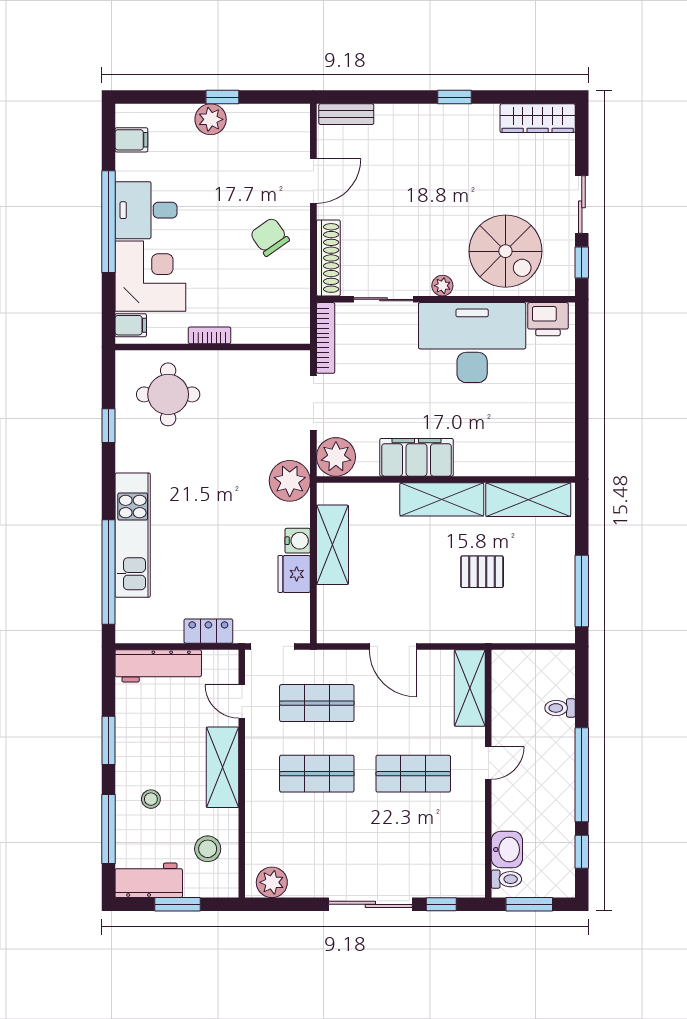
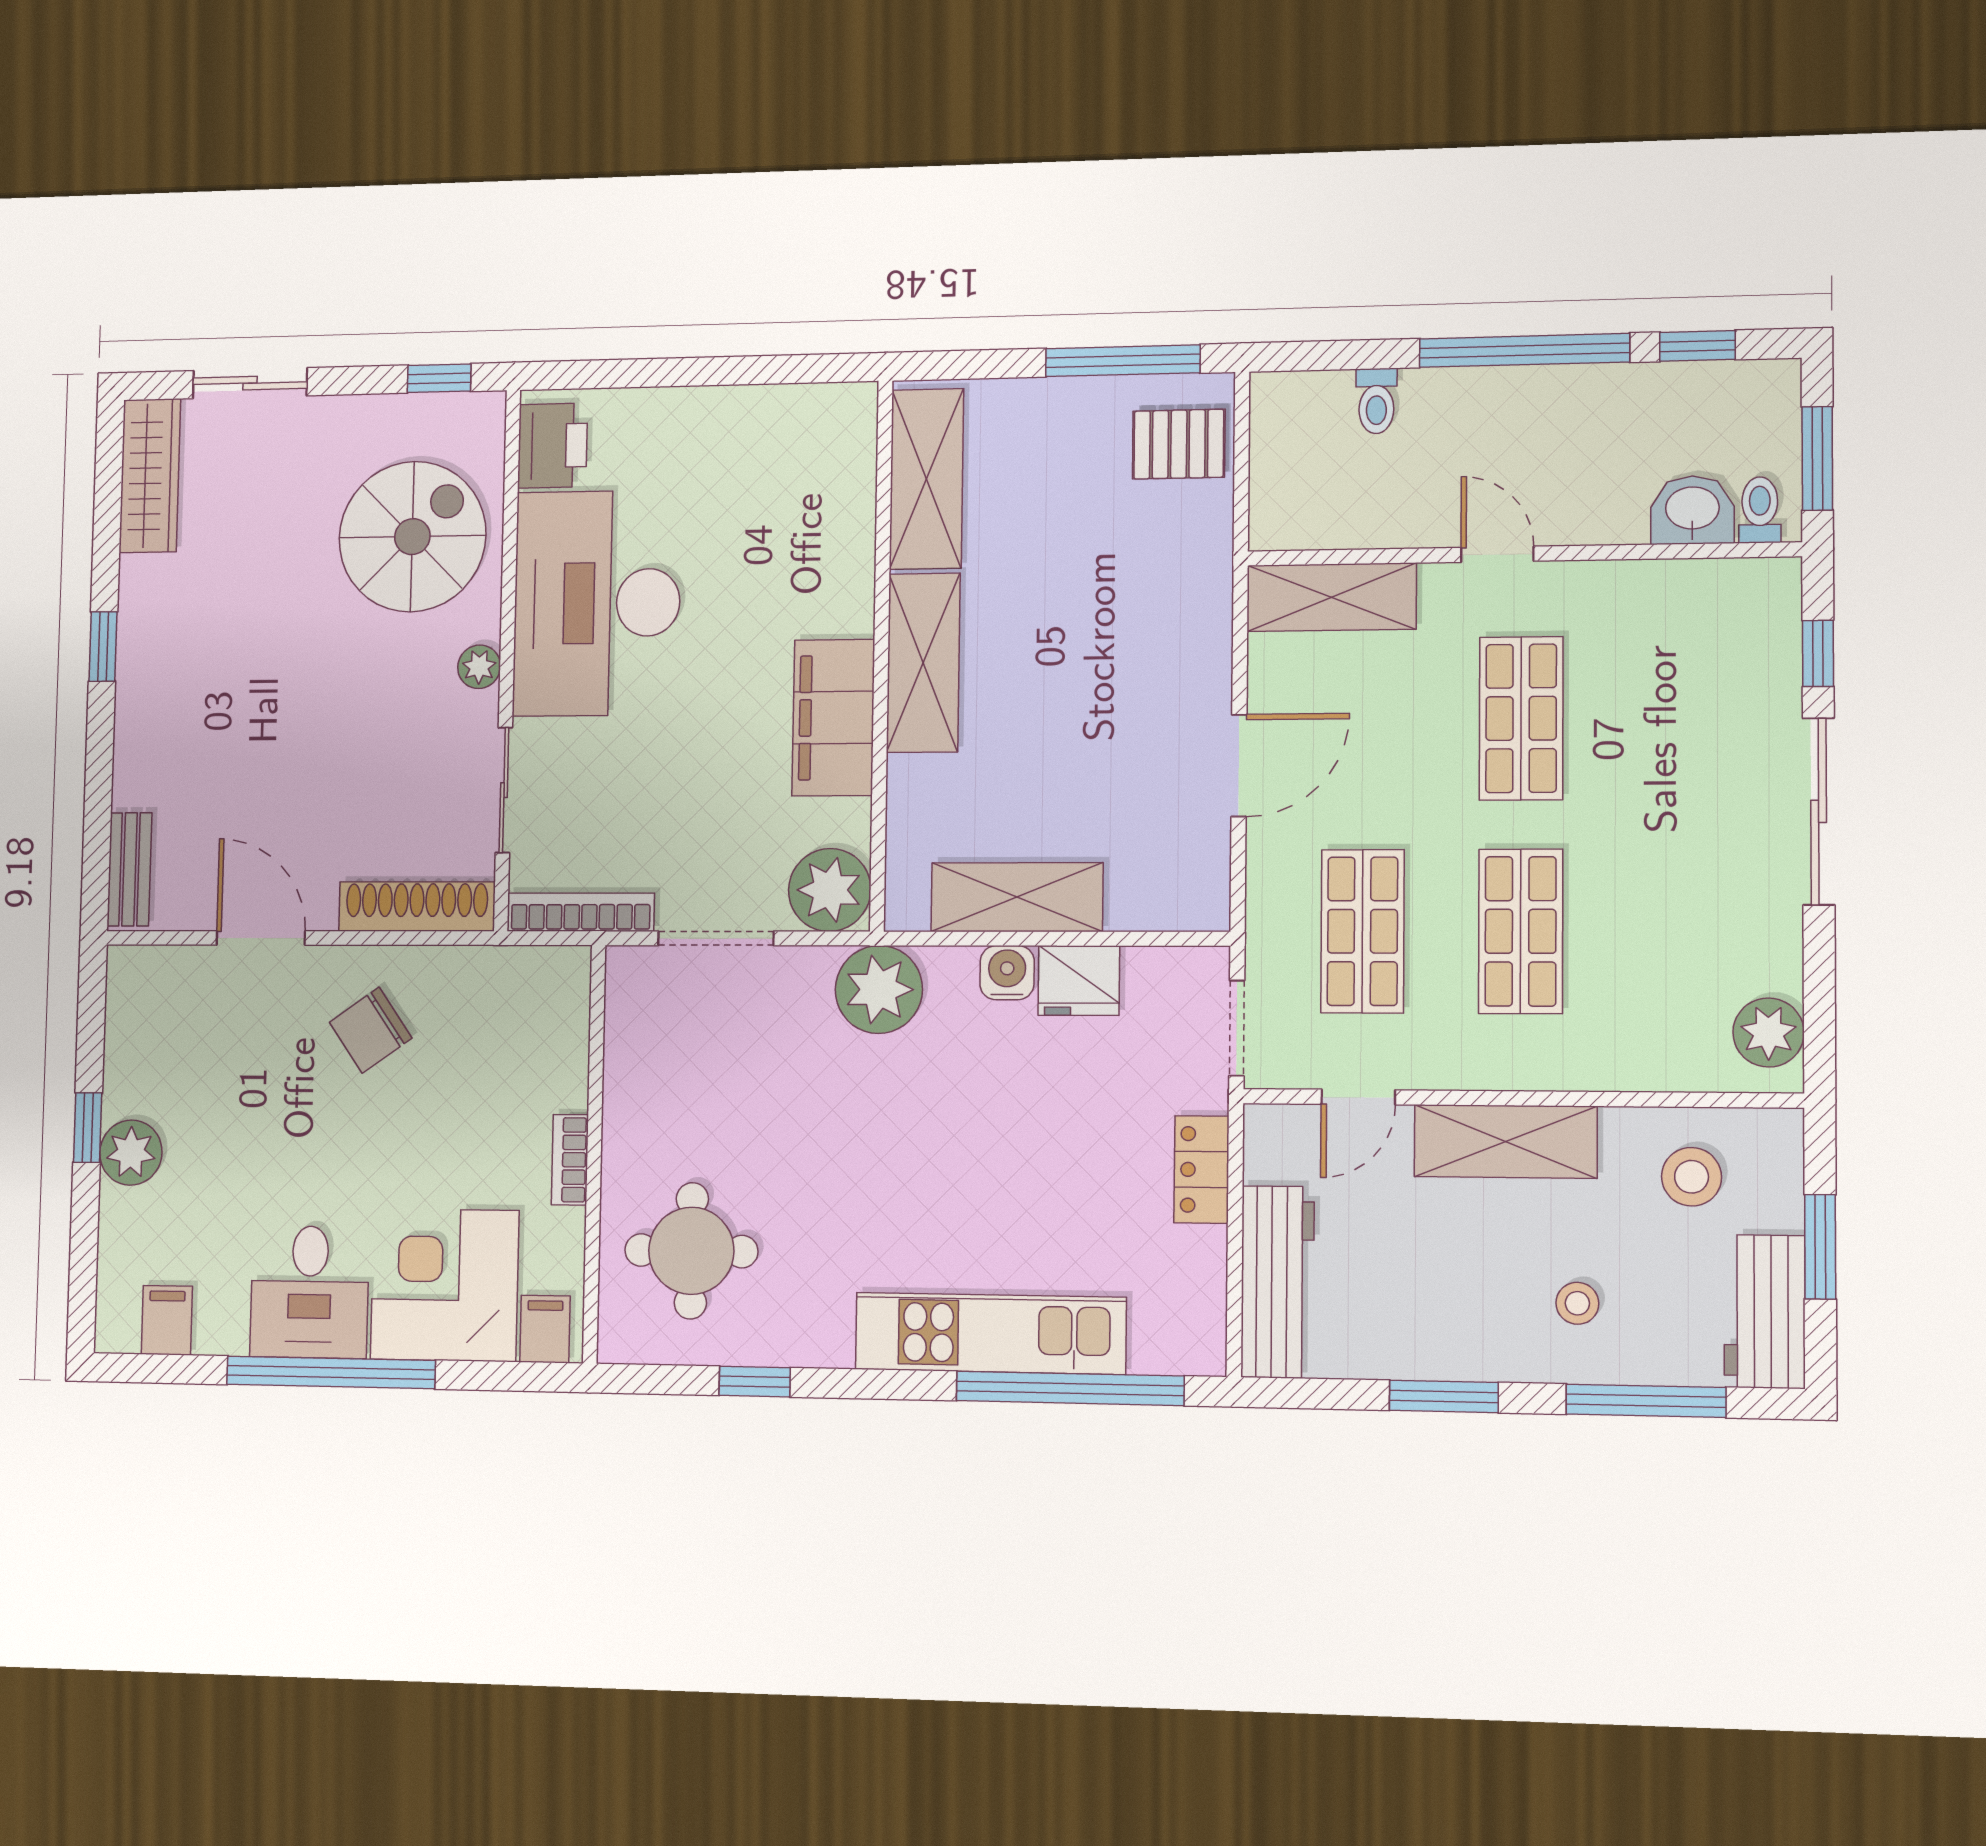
sliding door: (582, 204) -> (250, 383), moved
pallet: (482, 572) -> (1179, 444), moved, turned 90

